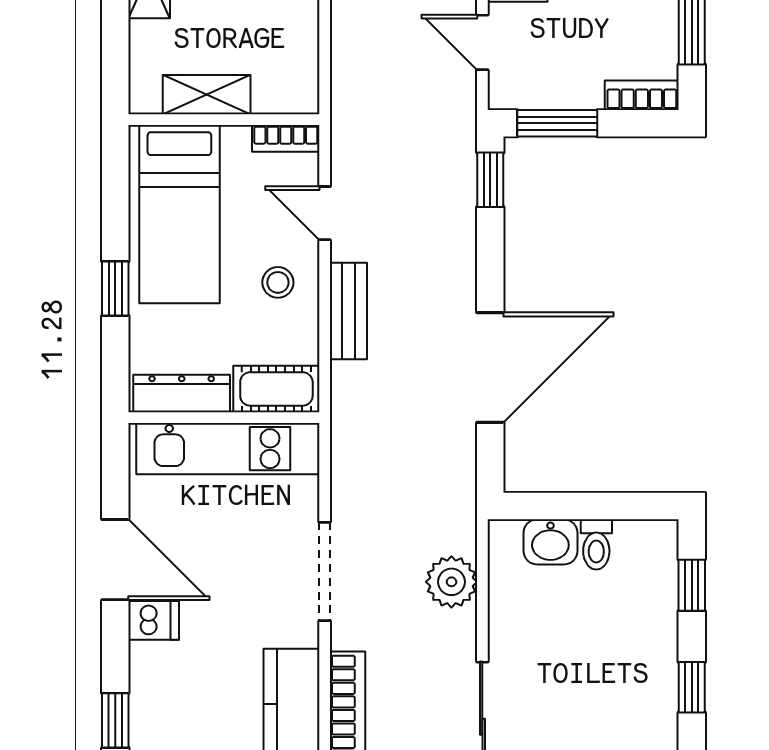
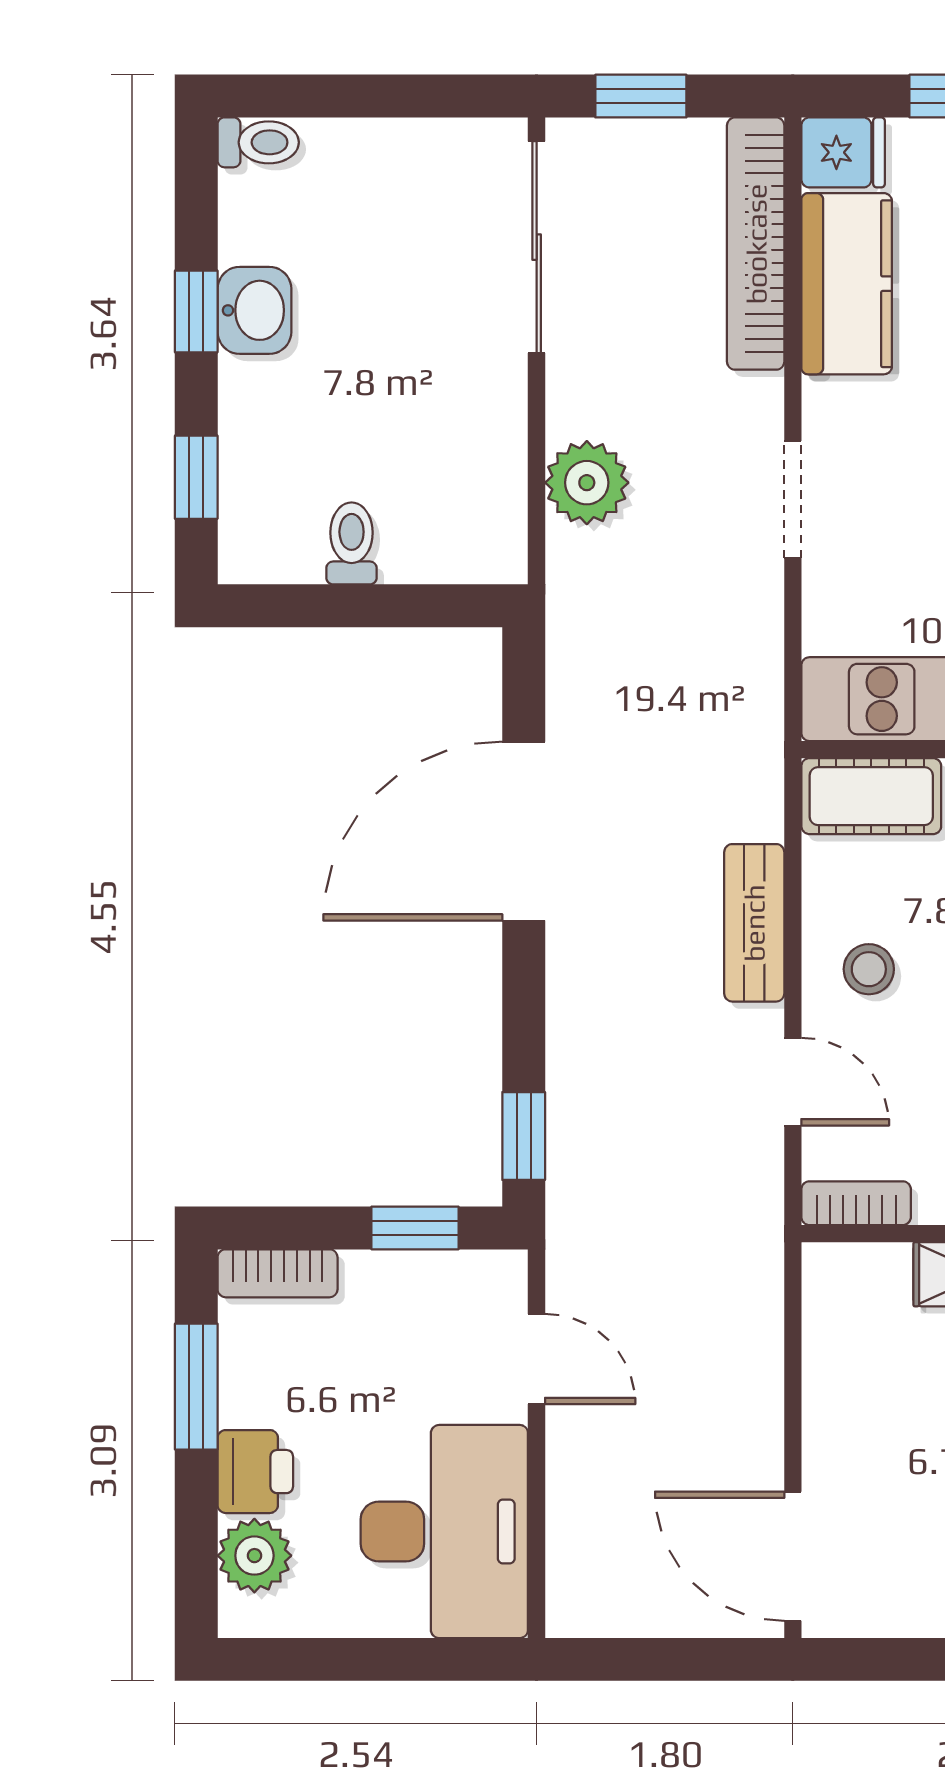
window: (557, 123) -> (415, 1228), width x0.67
washbasin: (550, 542) -> (254, 310), moved, turned 90
doorway: (325, 571) -> (793, 500), width x0.73

